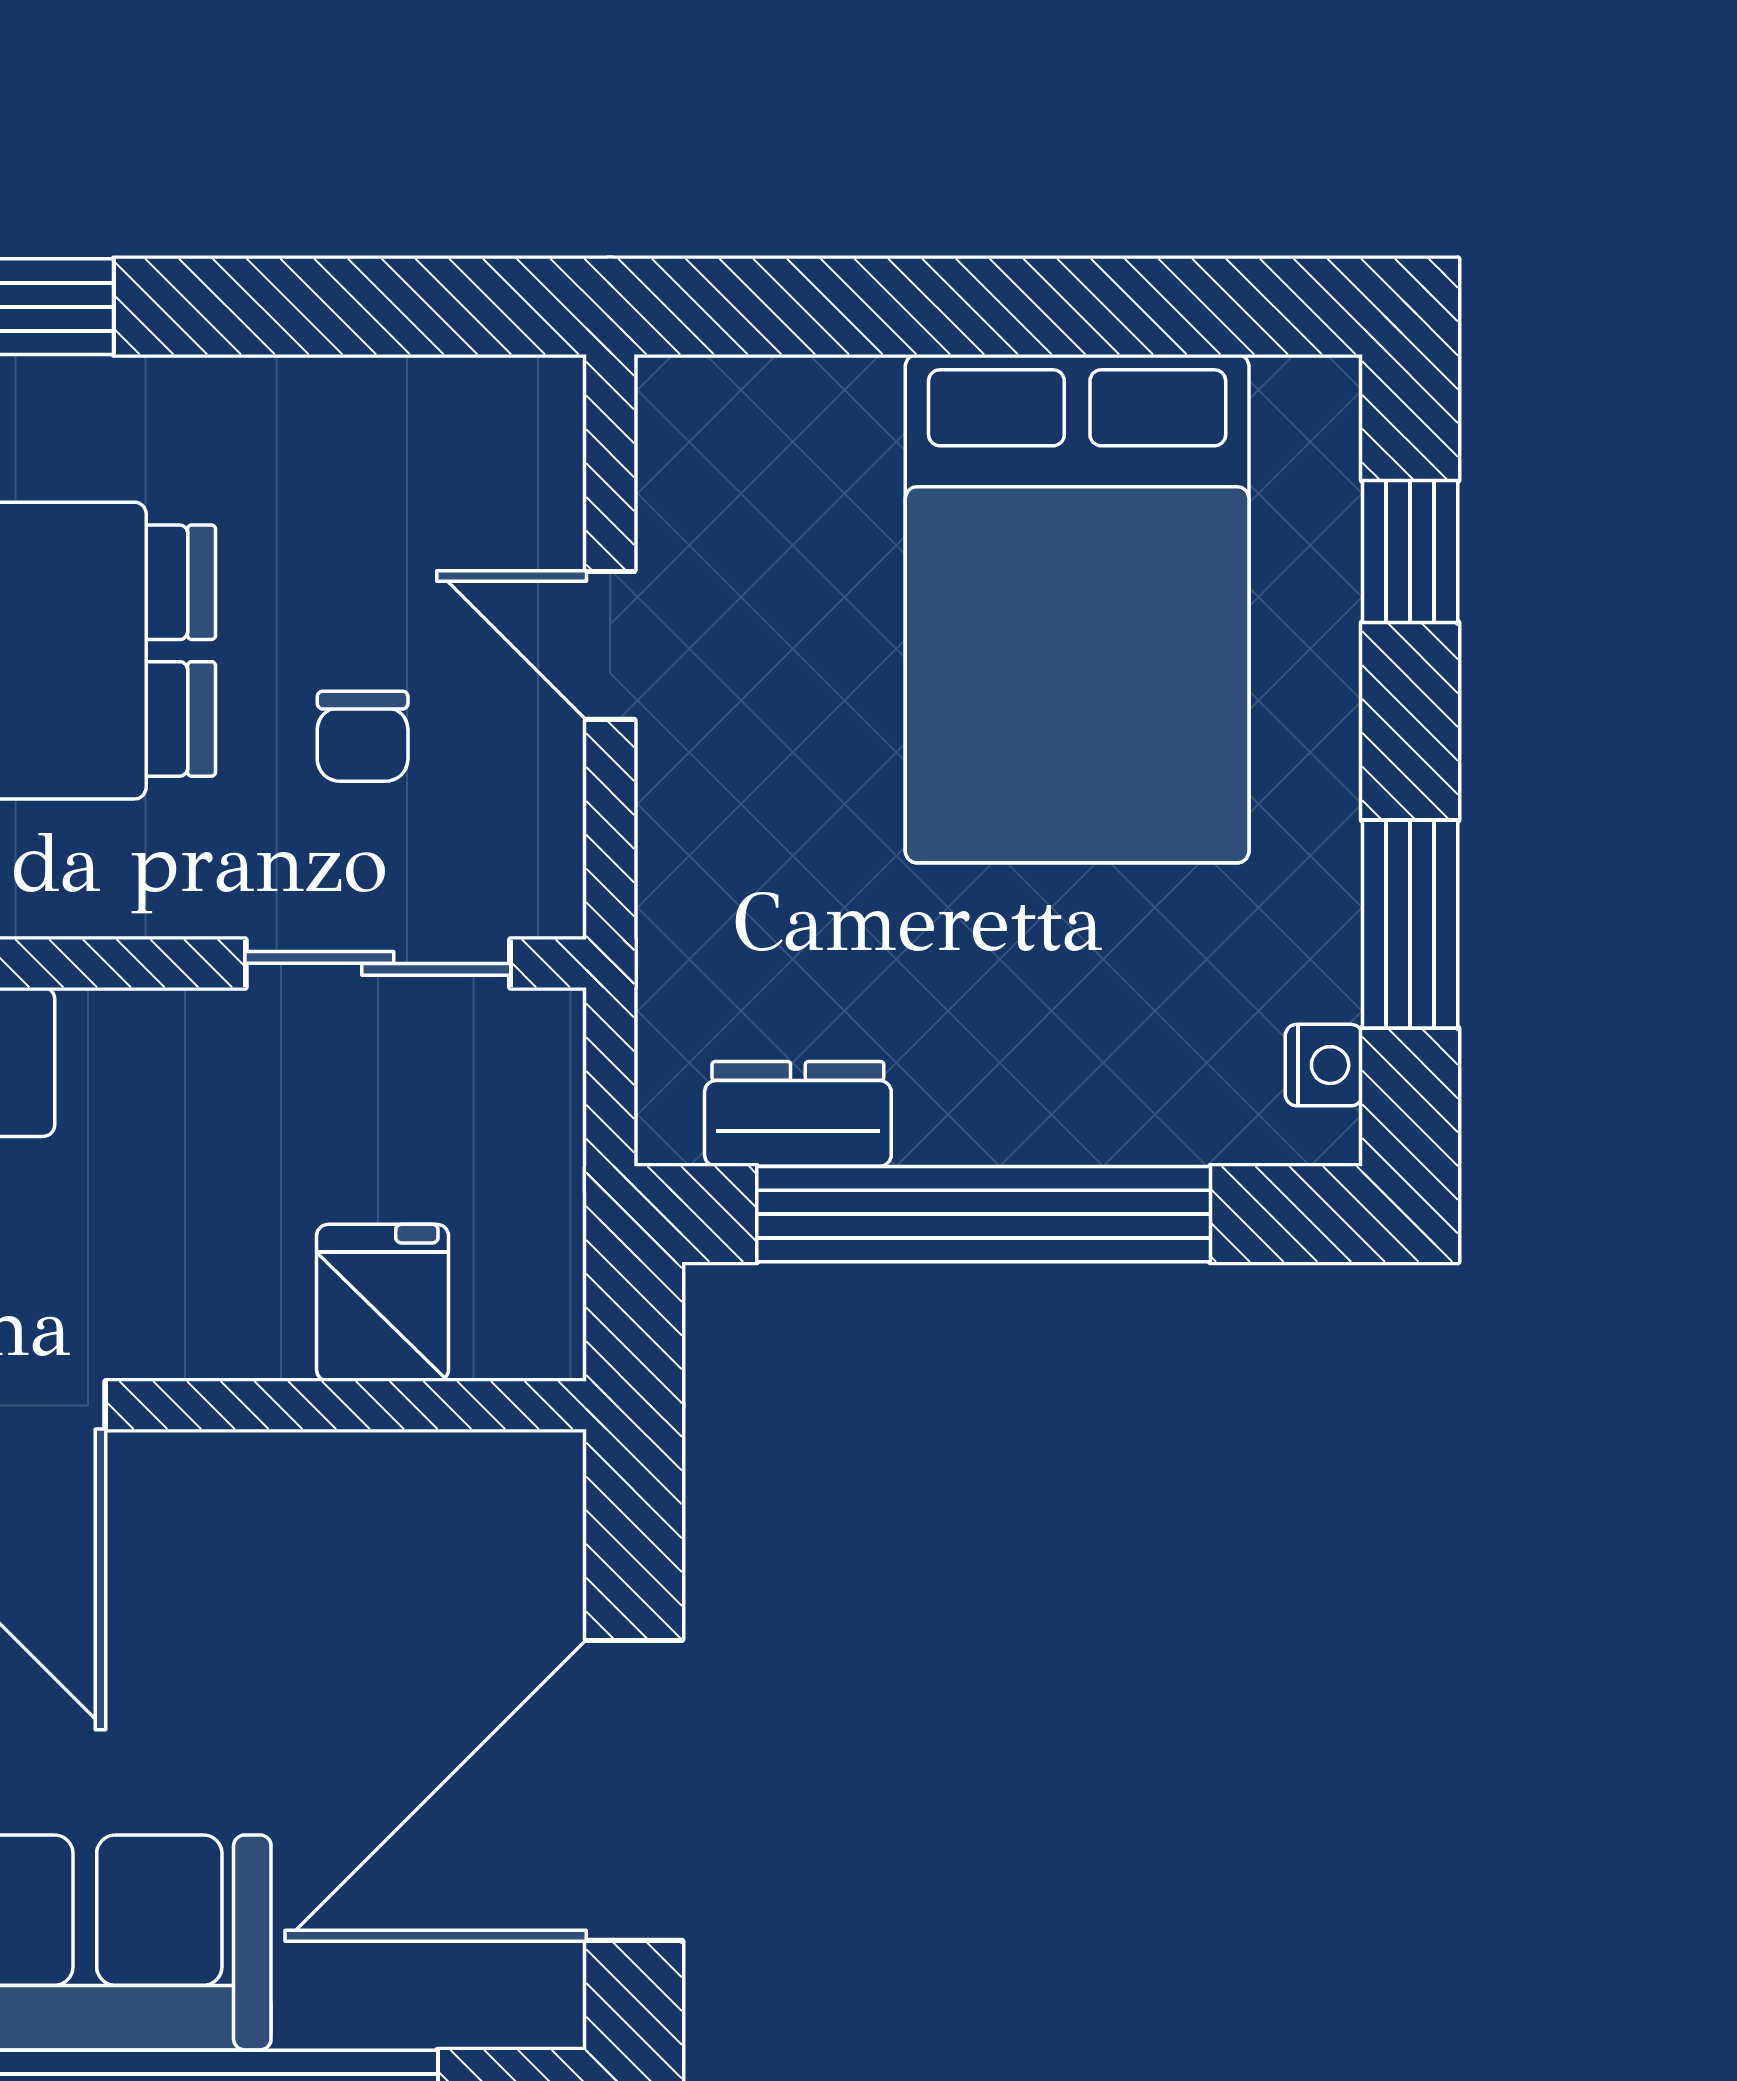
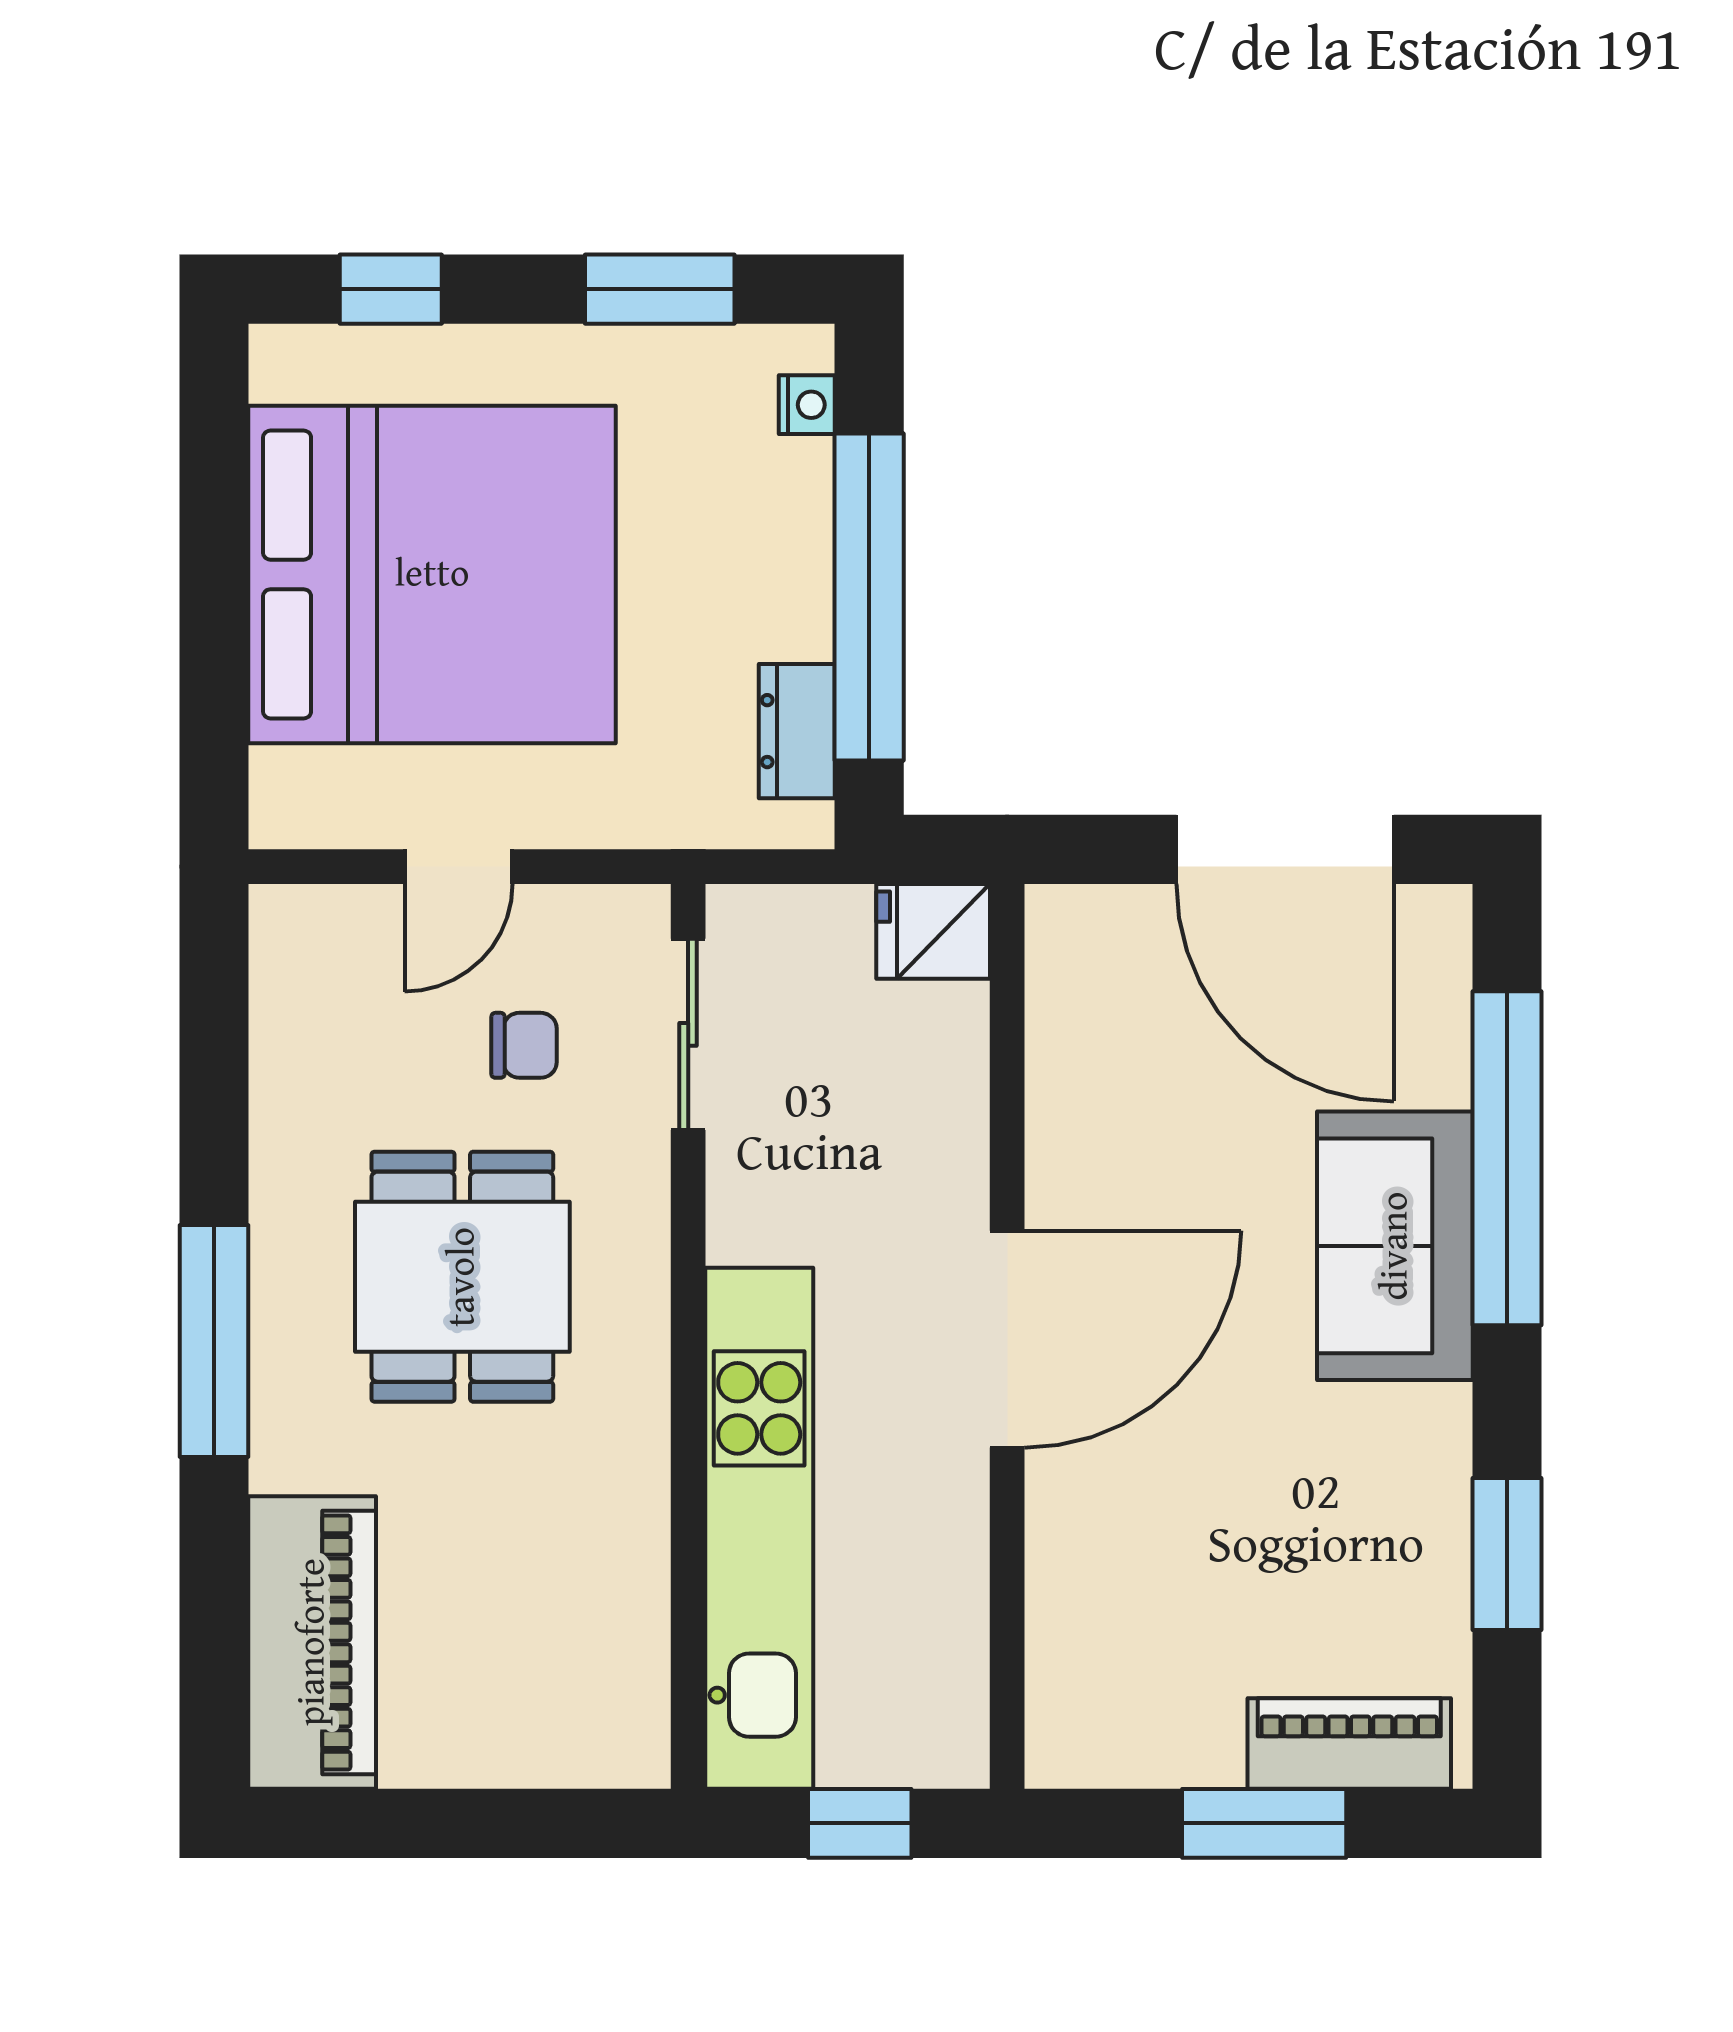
bed: (1077, 609) -> (432, 574), width x1.36
nightstand: (1324, 1065) -> (807, 405), moved, turned 90
fridge: (383, 1303) -> (933, 931), moved

